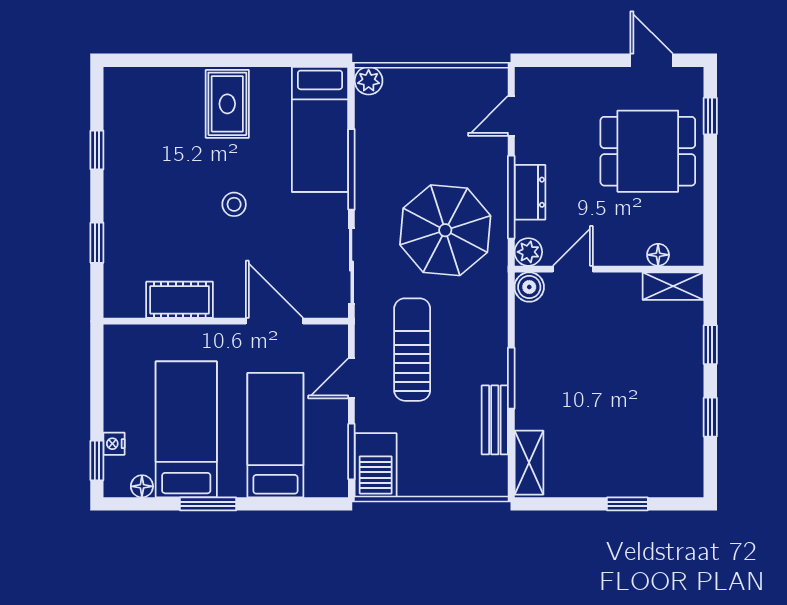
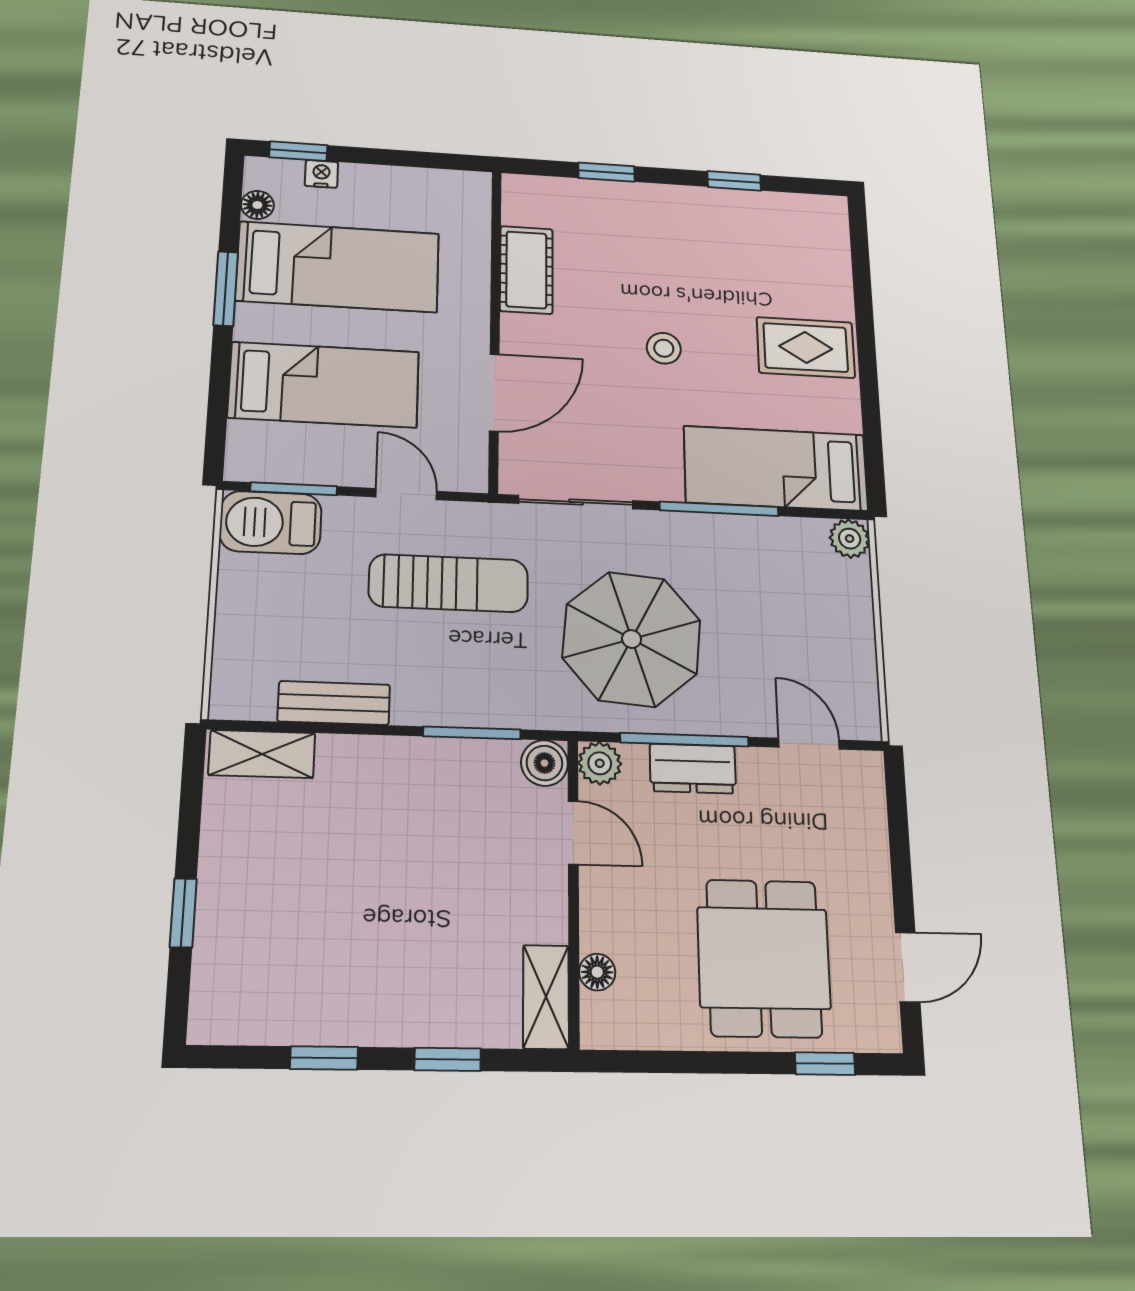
window: (511, 378) -> (472, 733), moved

